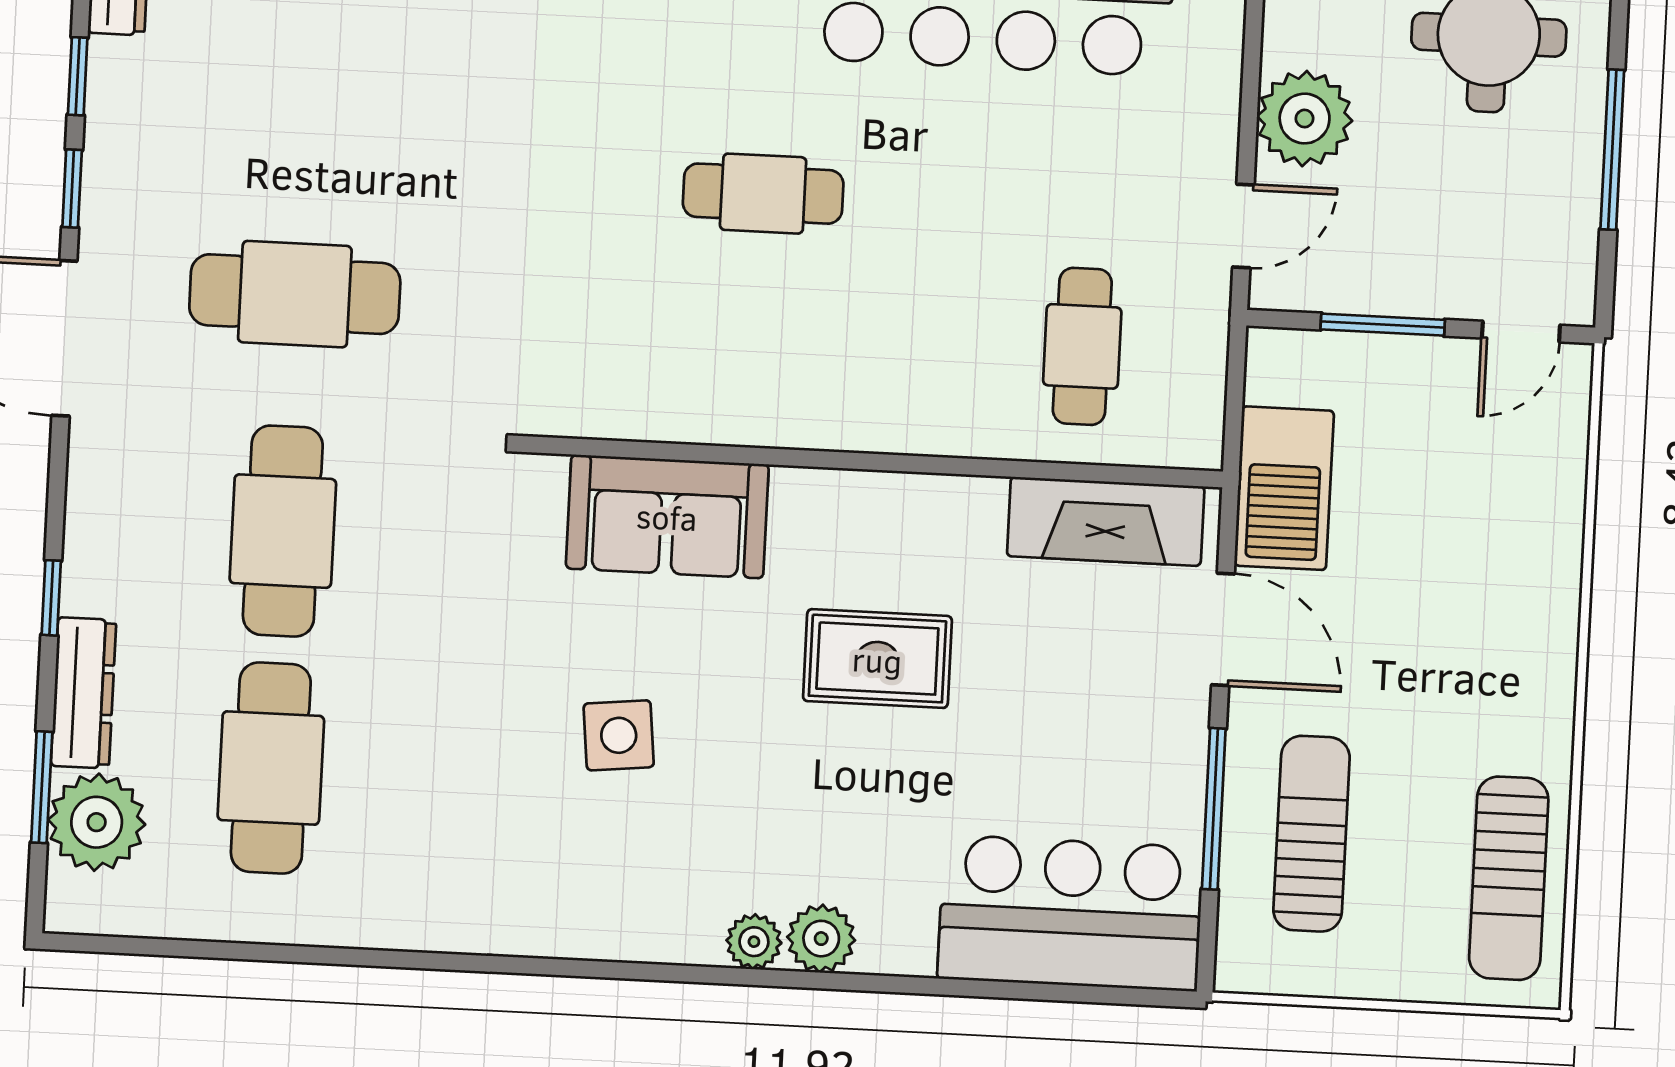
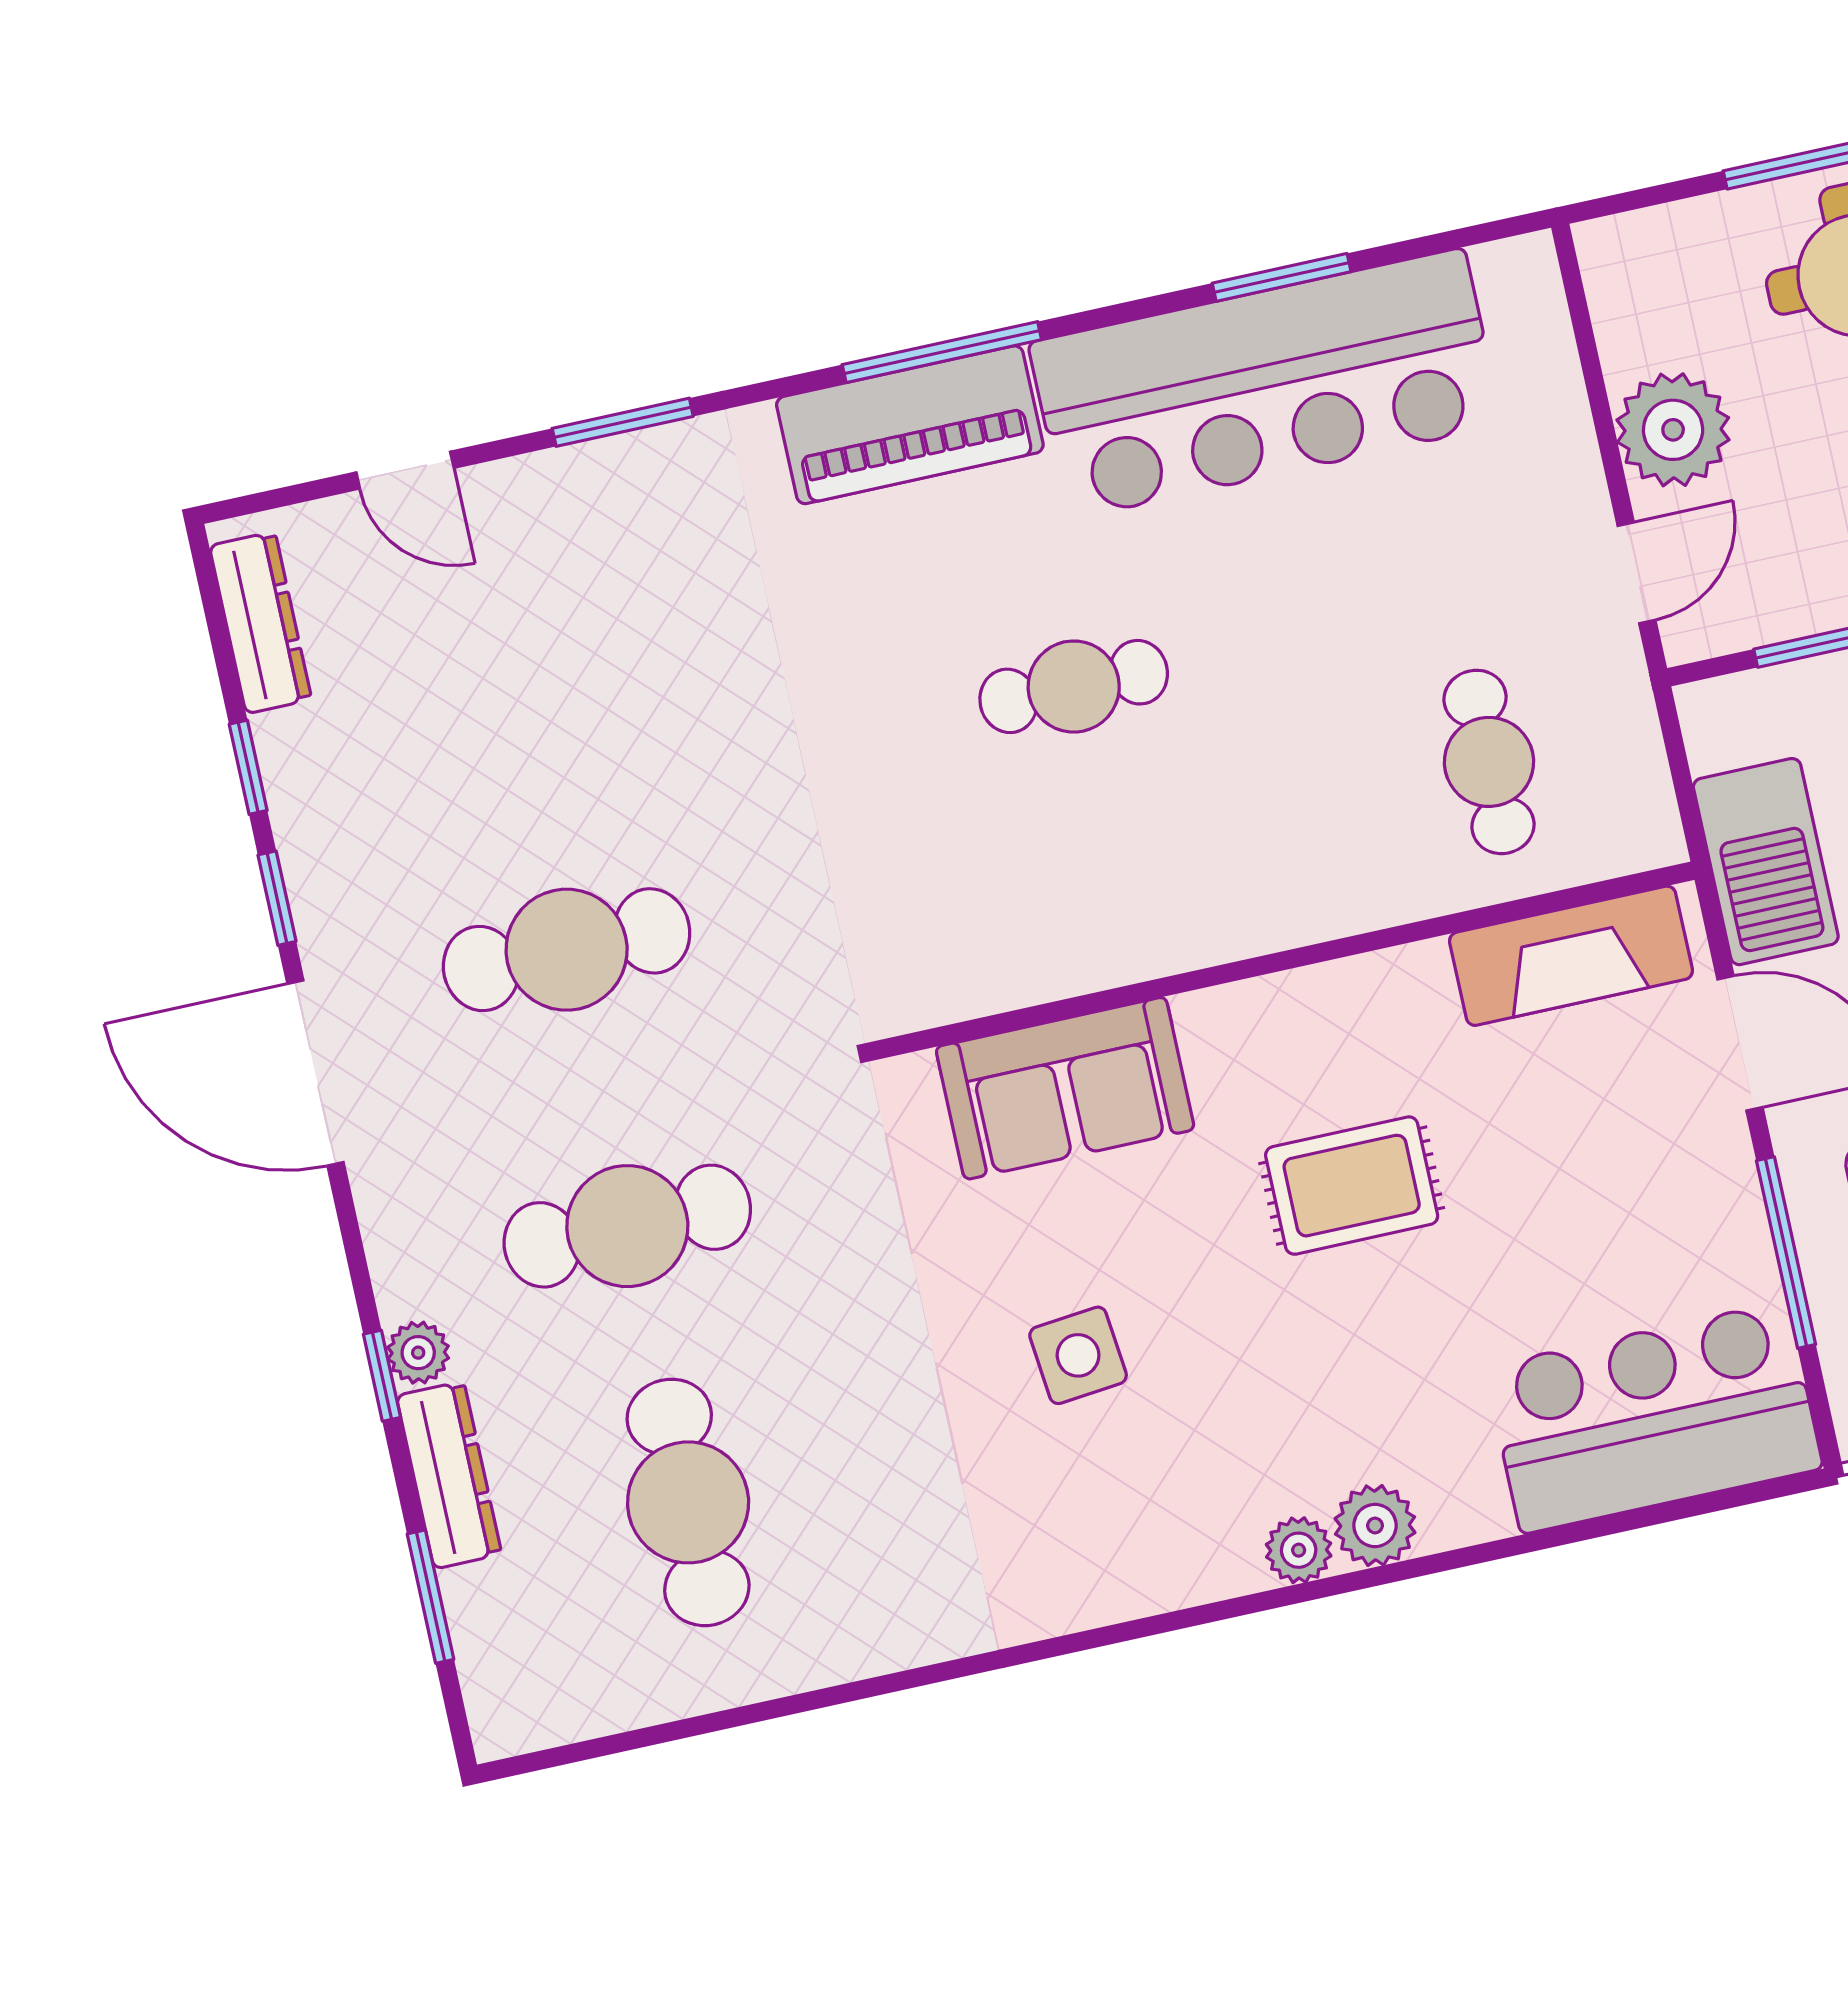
cafe table: (283, 531) -> (627, 1226), turned 90
plant: (97, 822) -> (418, 1353), moved, width x0.53, depth x0.53

